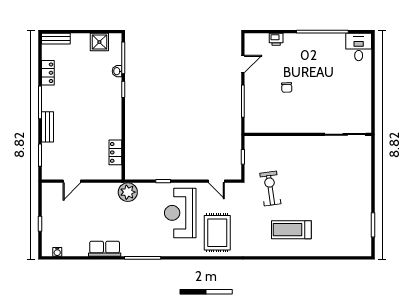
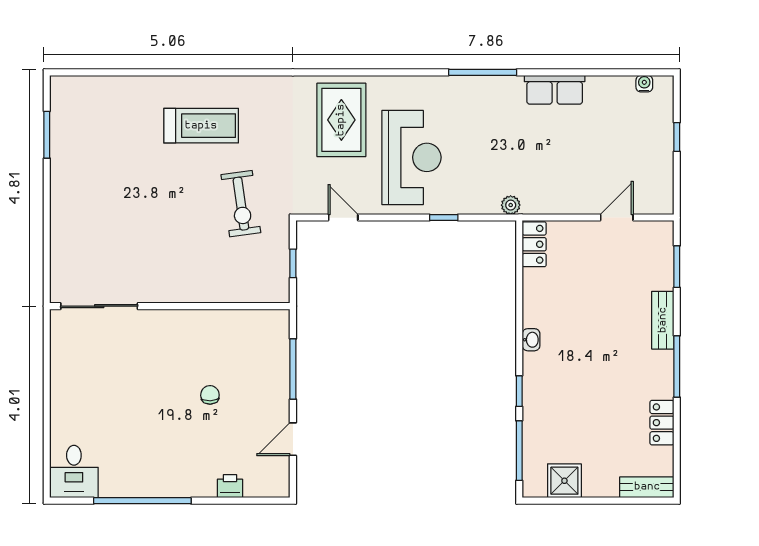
washbasin: (117, 71) -> (531, 340), moved
locker: (115, 152) -> (534, 244), moved
plant: (128, 192) -> (511, 205), width x0.53, depth x0.53

